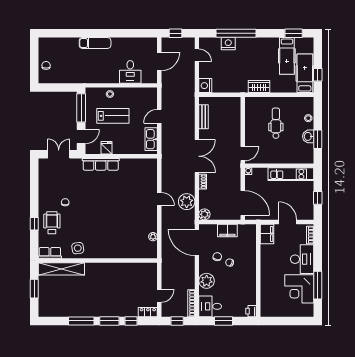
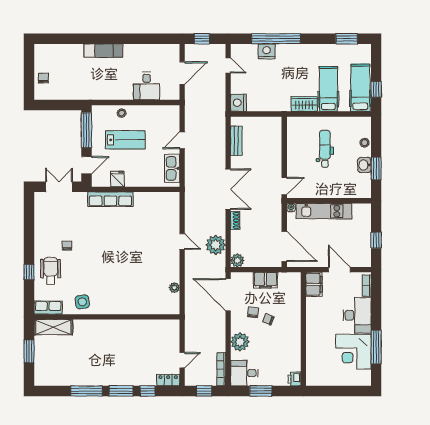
hospital bed: (287, 56) -> (328, 89), moved, turned 180
kitchen unit: (291, 174) -> (324, 211), moved
shelving: (61, 269) -> (53, 327), width x0.68

